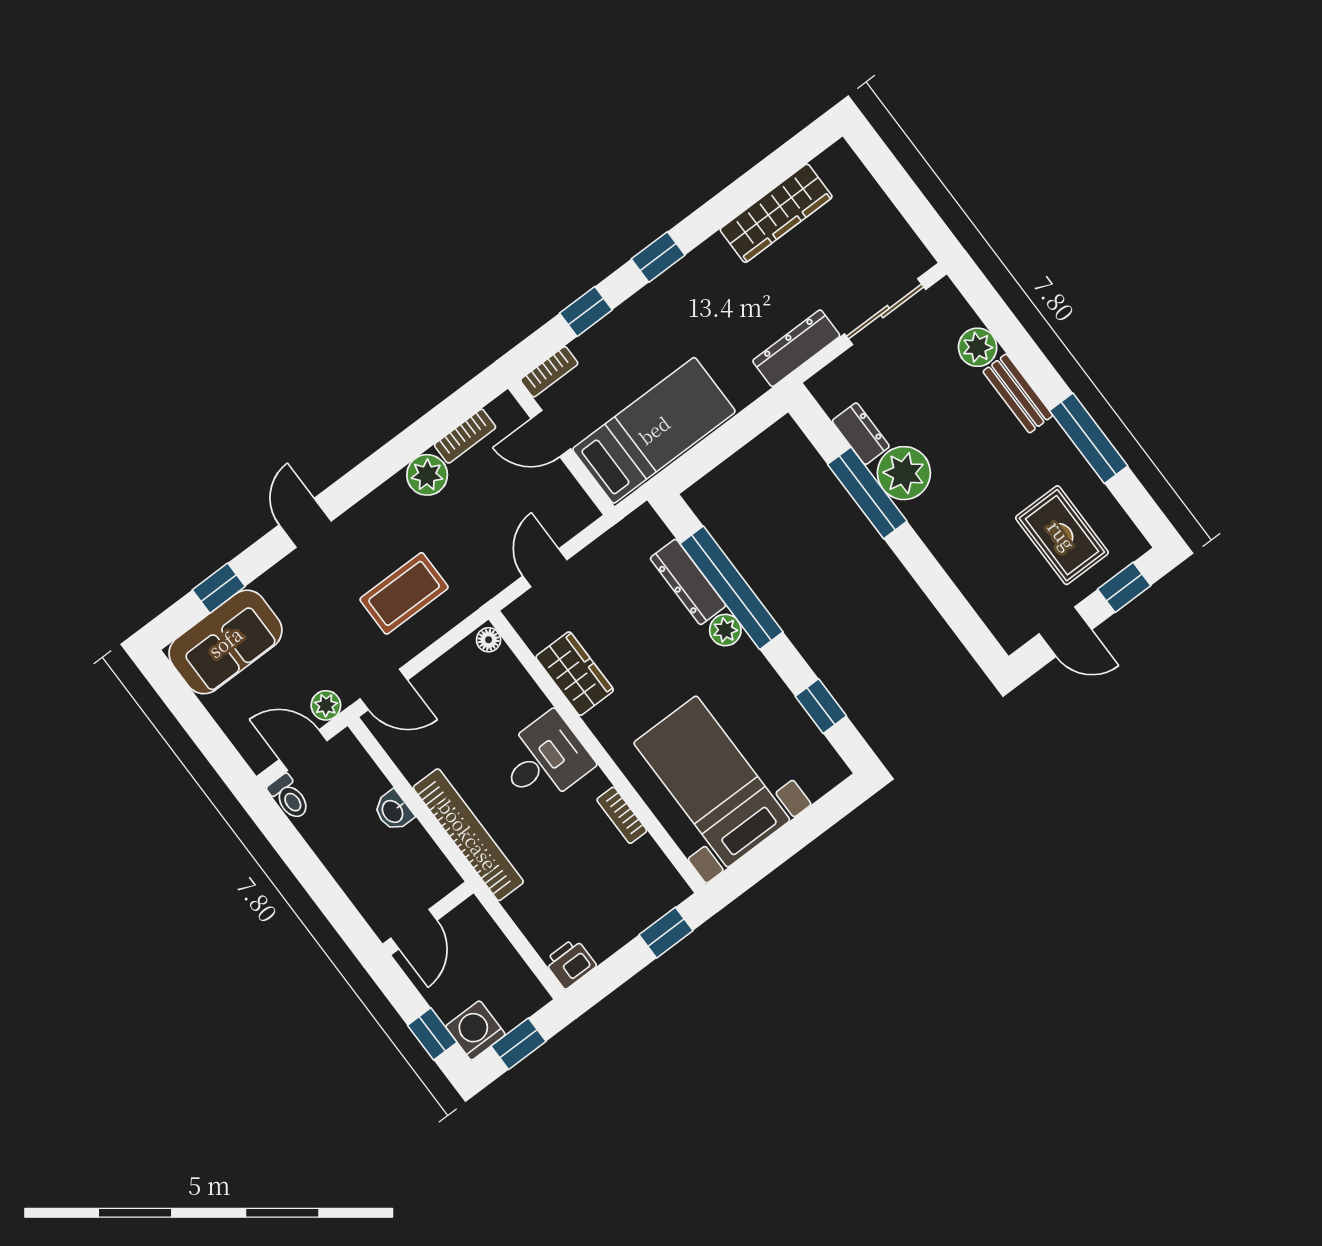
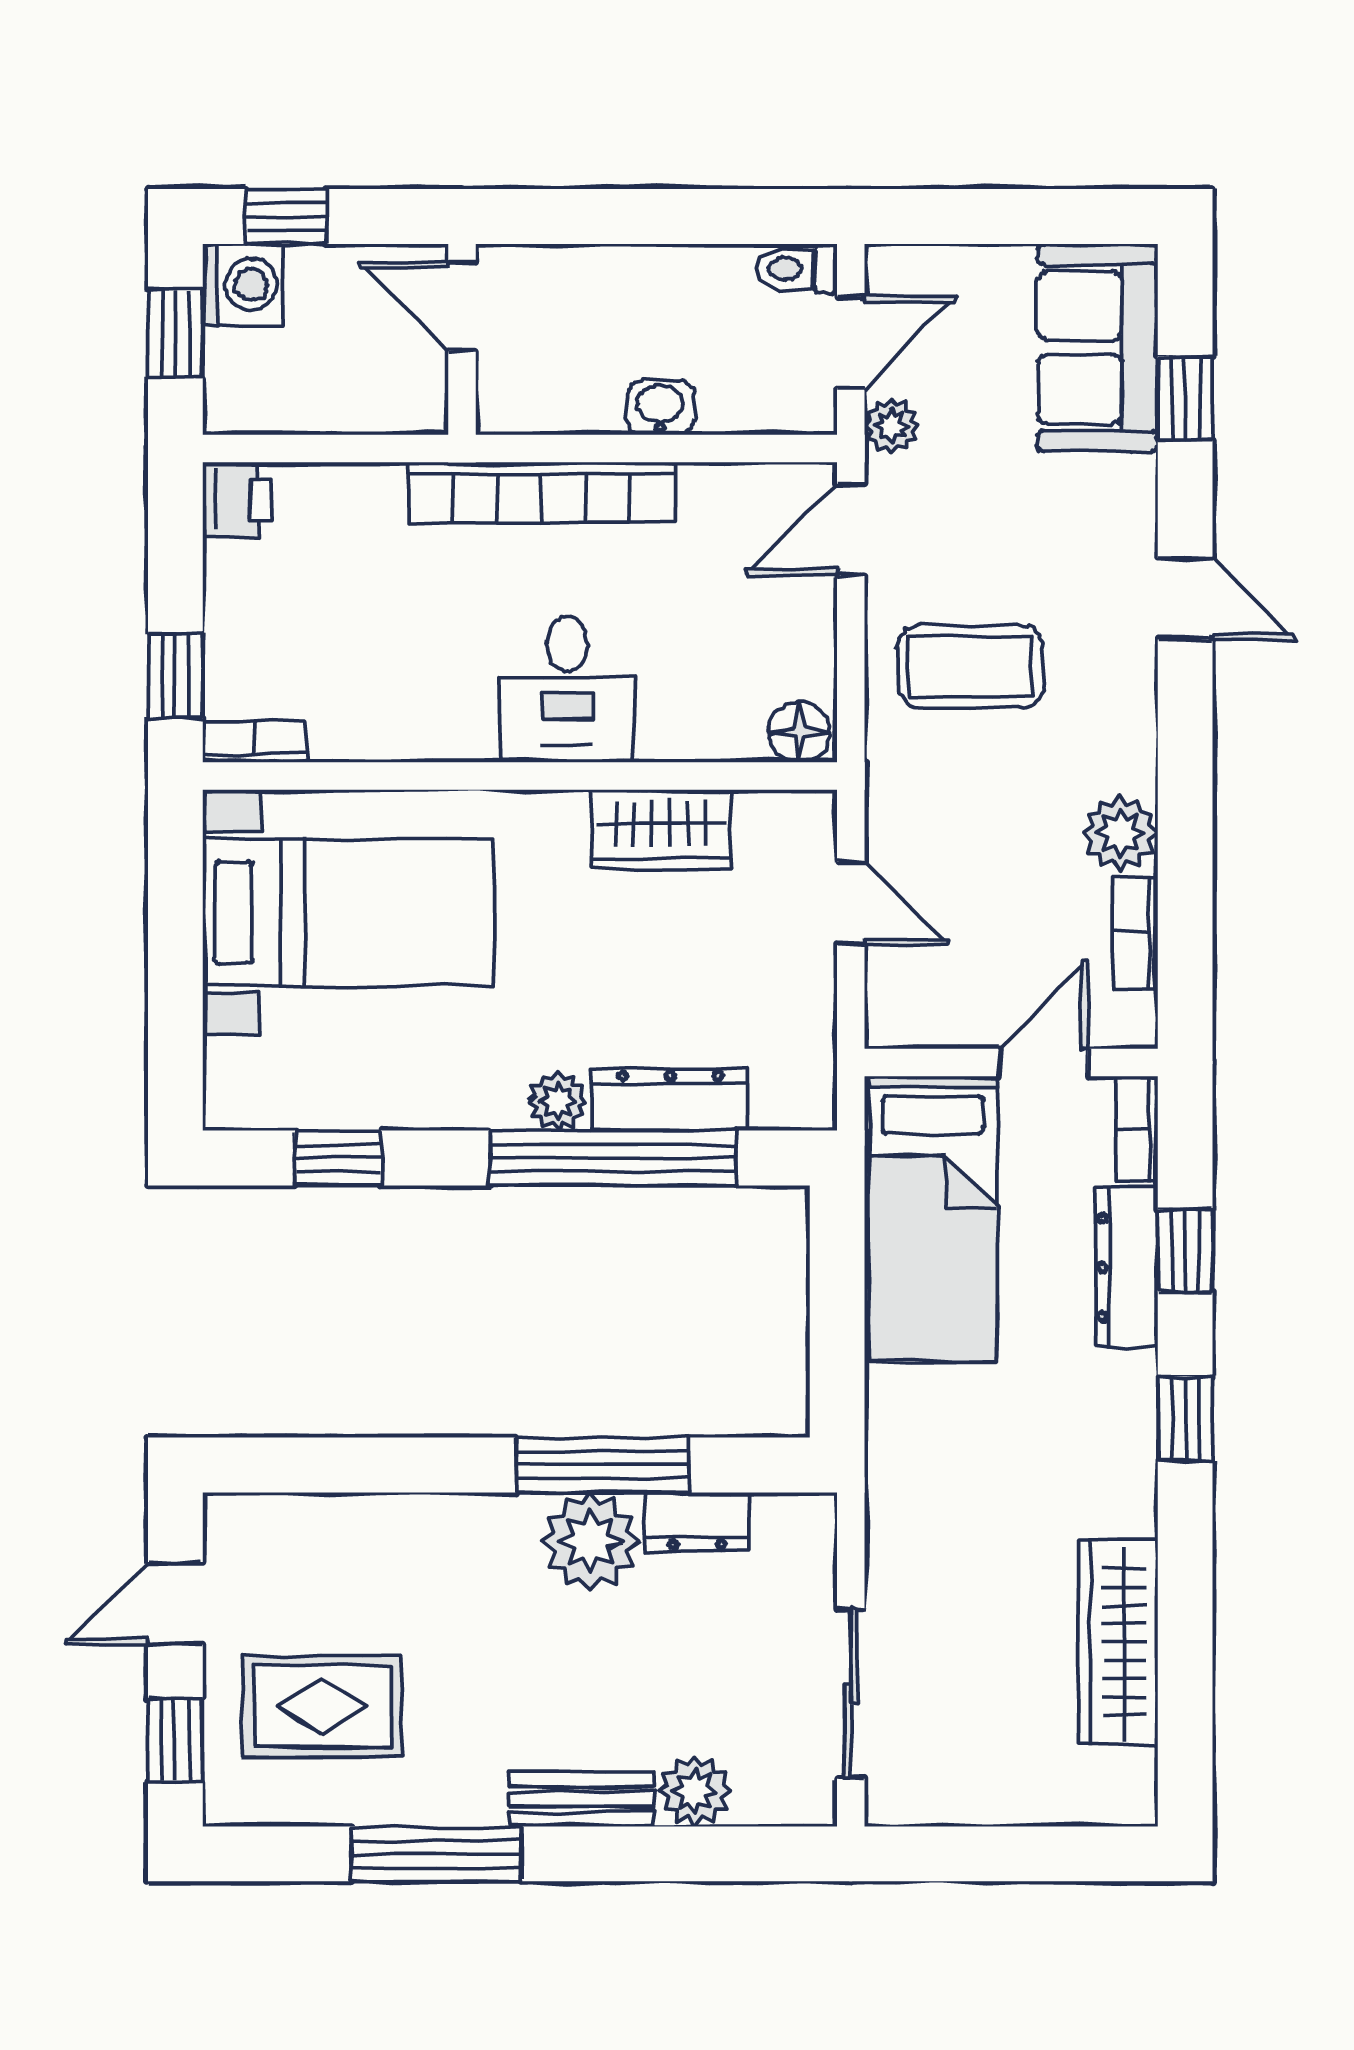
dresser: (796, 348) -> (1127, 1267), moved, turned 180
coffee table: (404, 593) -> (970, 667), turned 90
floor lamp: (489, 640) -> (799, 732), width x1.37, depth x1.37
bookcase: (622, 815) -> (255, 741), moved

